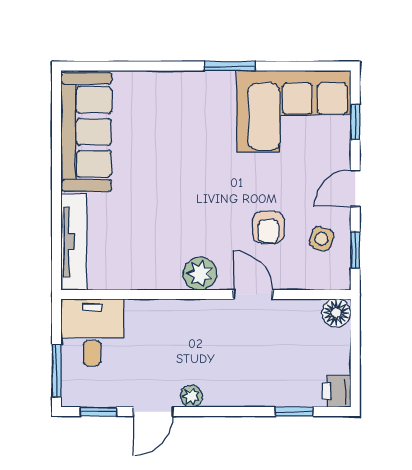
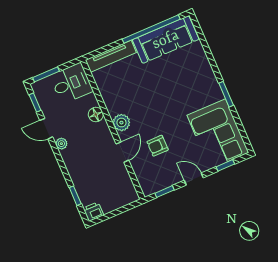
window: (57, 150) -> (151, 29), added
side table: (321, 239) -> (163, 173), removed
floor lamp: (336, 313) -> (96, 115), moved

